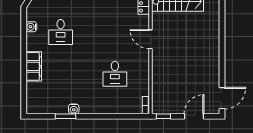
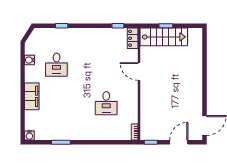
water cooler: (74, 109) -> (29, 135), moved

